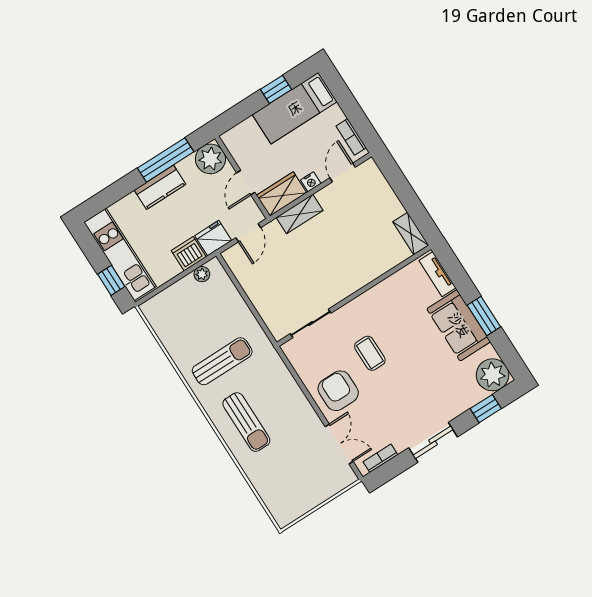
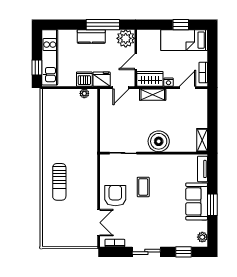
boiler: (350, 275) -> (159, 141), added
sun lounger: (222, 361) -> (67, 144), removed
plant: (493, 375) -> (202, 237), width x0.53, depth x0.53

